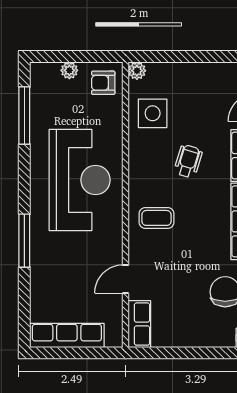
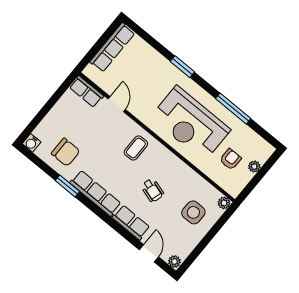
armchair: (103, 83) -> (230, 159), moved
side table: (153, 113) -> (193, 212), moved
window: (24, 115) -> (233, 109), moved
window: (24, 241) -> (182, 67), width x0.69

